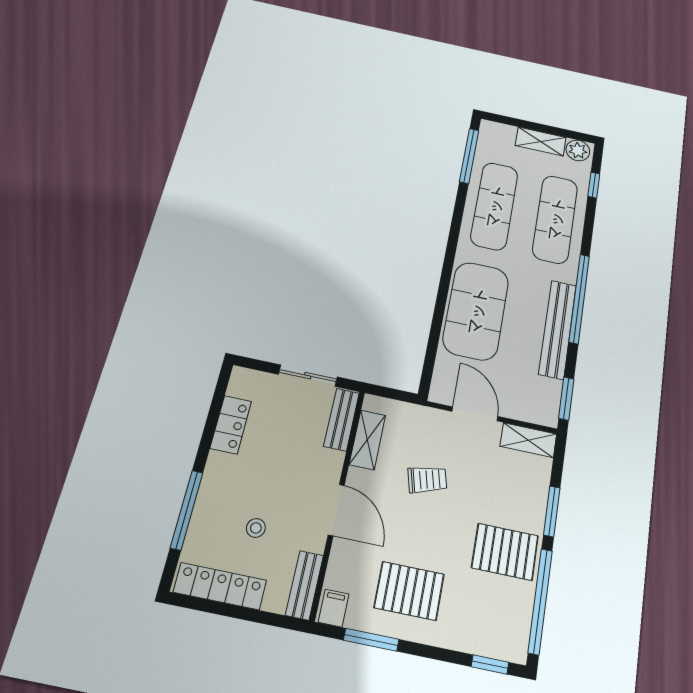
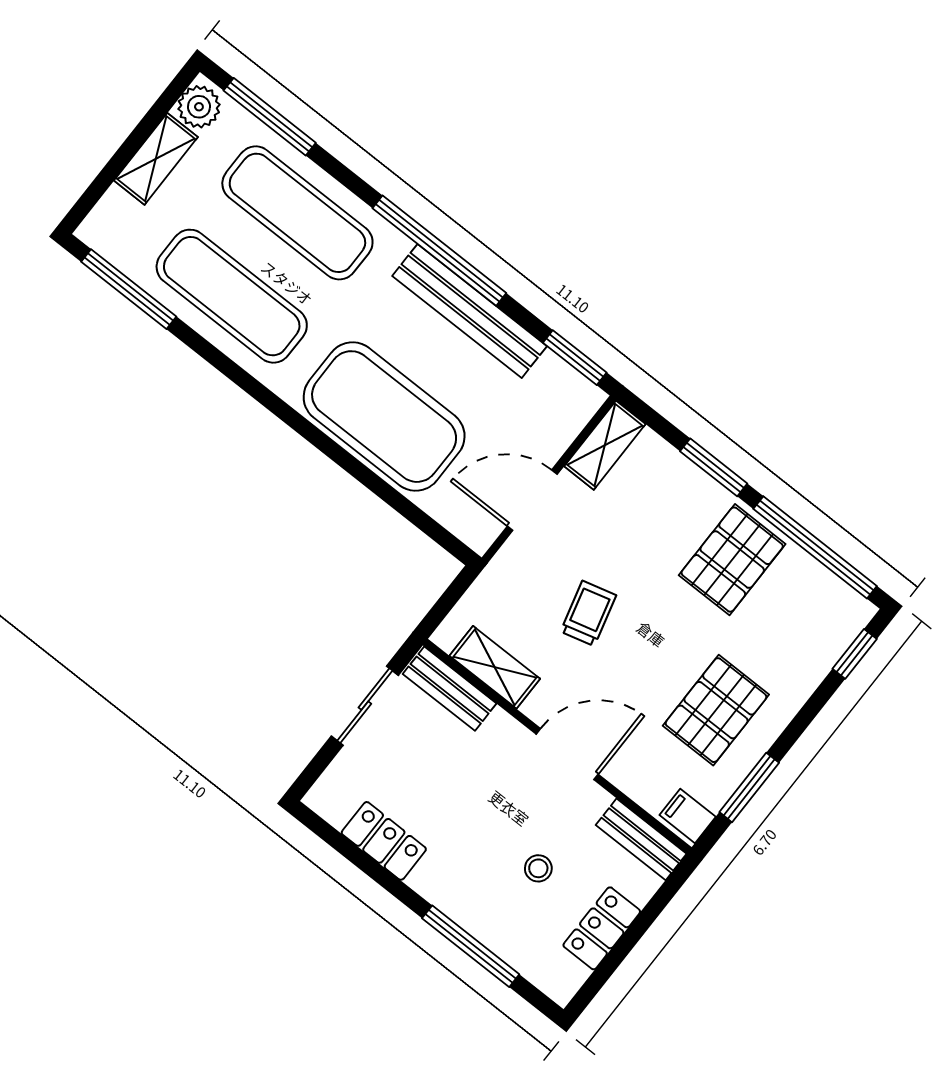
window: (594, 185) -> (270, 117), width x2.17
locker: (220, 586) -> (602, 928), width x0.66

